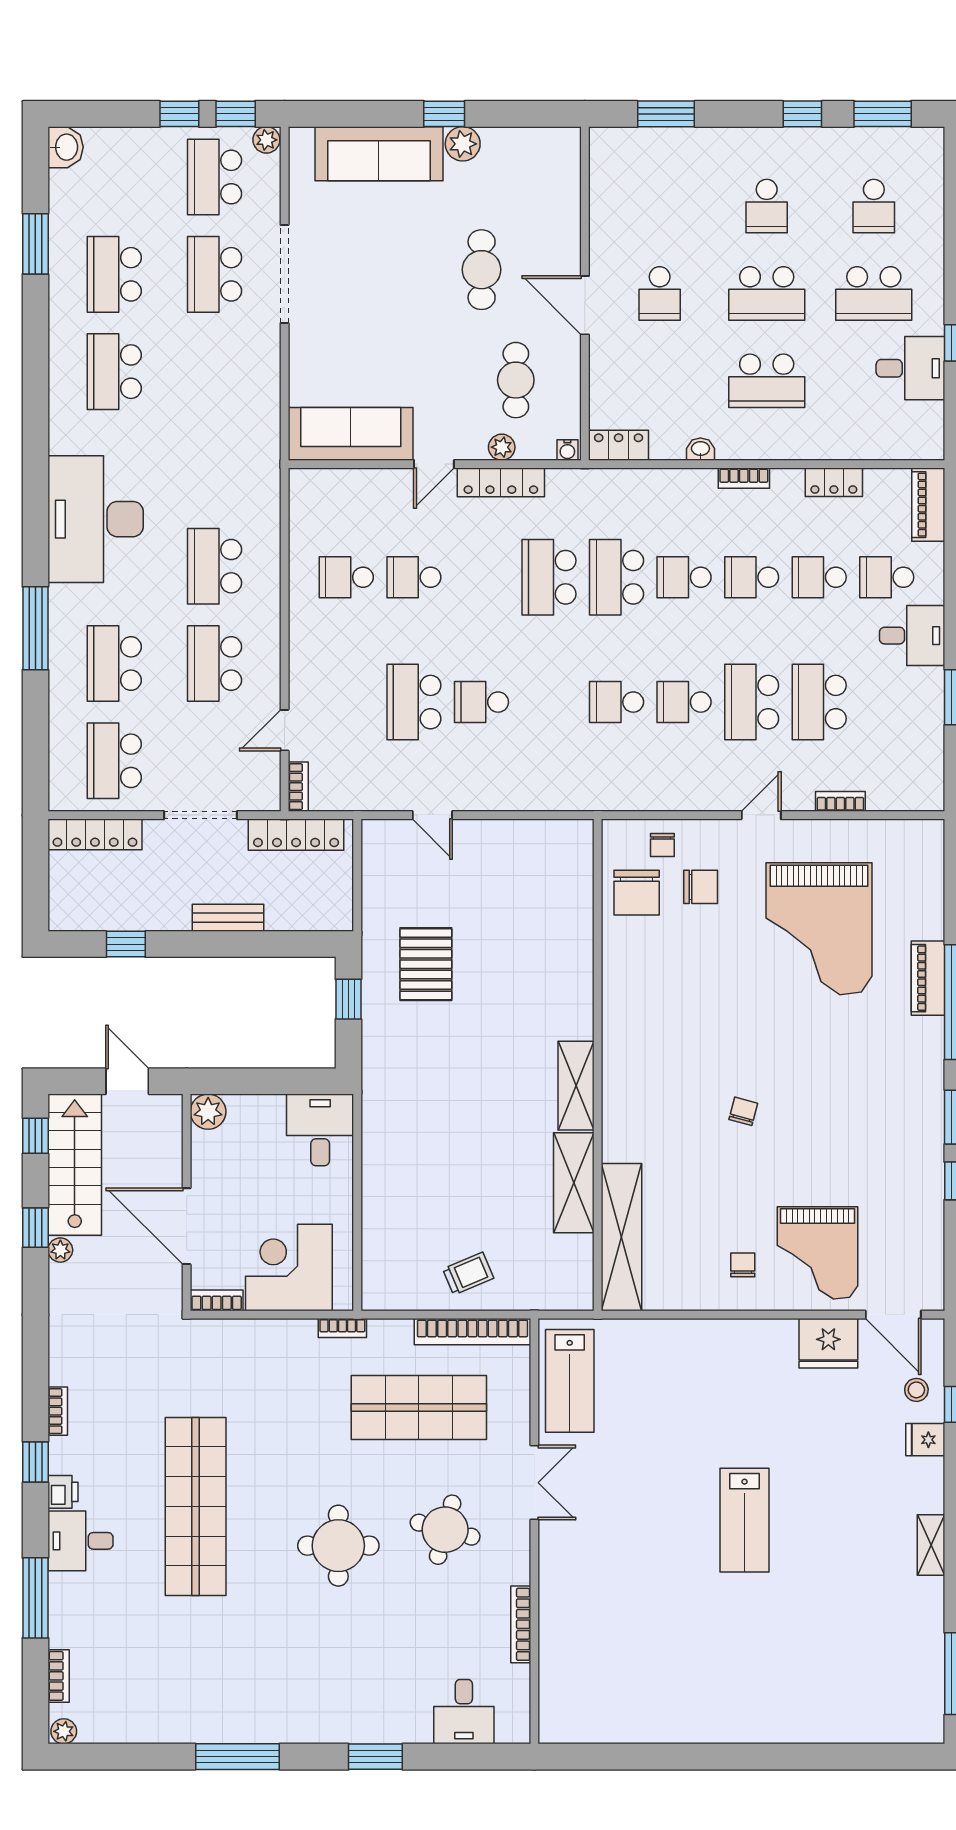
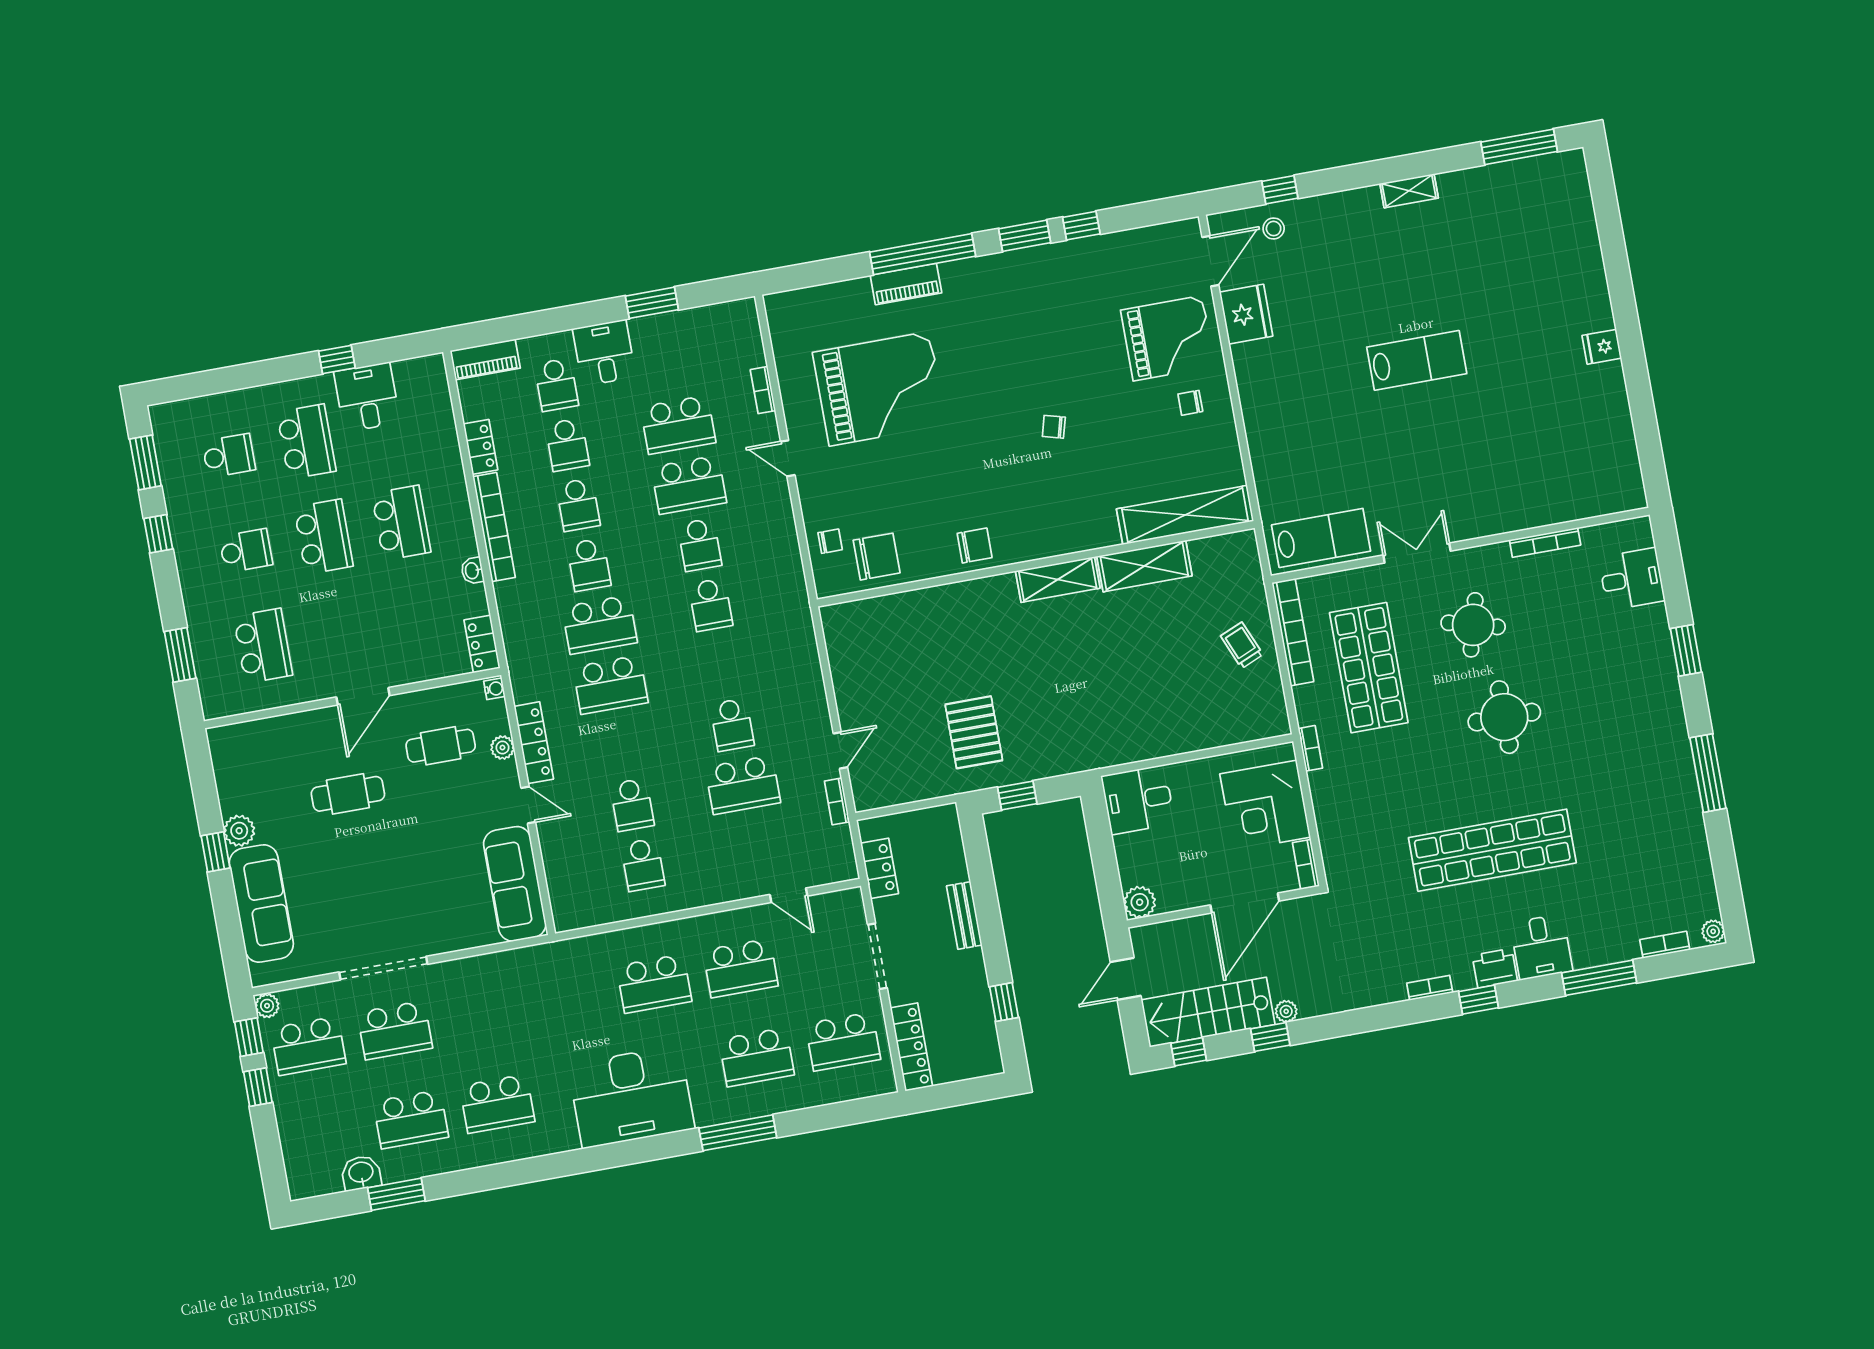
washbasin: (66, 147) -> (361, 1173), moved
school desk: (660, 293) -> (263, 646), moved, width x1.85
bookcase: (744, 478) -> (494, 527), width x2.31, depth x1.31
bookcase: (298, 787) -> (837, 801), moved, turned -90
locker: (296, 835) -> (880, 868), width x0.66
chair: (701, 887) -> (975, 545), moved, turned 90
pallet: (426, 964) -> (974, 732), turned 90
fridge: (925, 1440) -> (1602, 347), moved, turned 90
printer: (63, 1492) -> (1495, 968), width x1.36, depth x1.24

